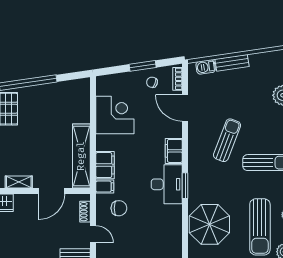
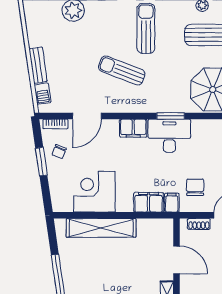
shelving: (81, 156) -> (101, 228), moved

